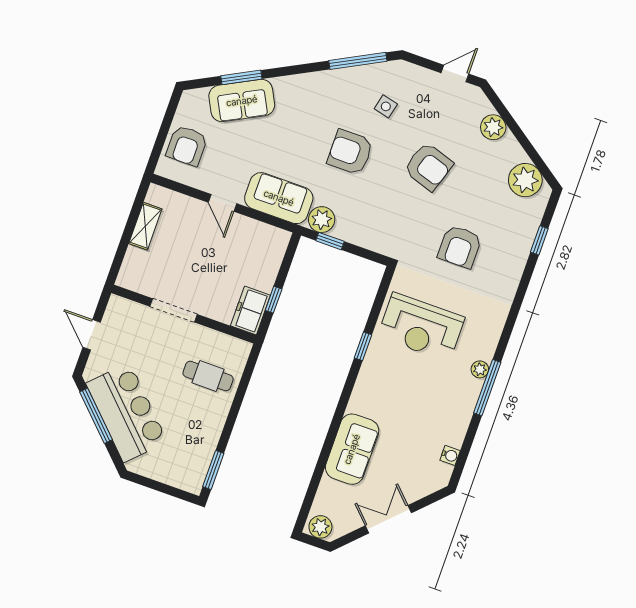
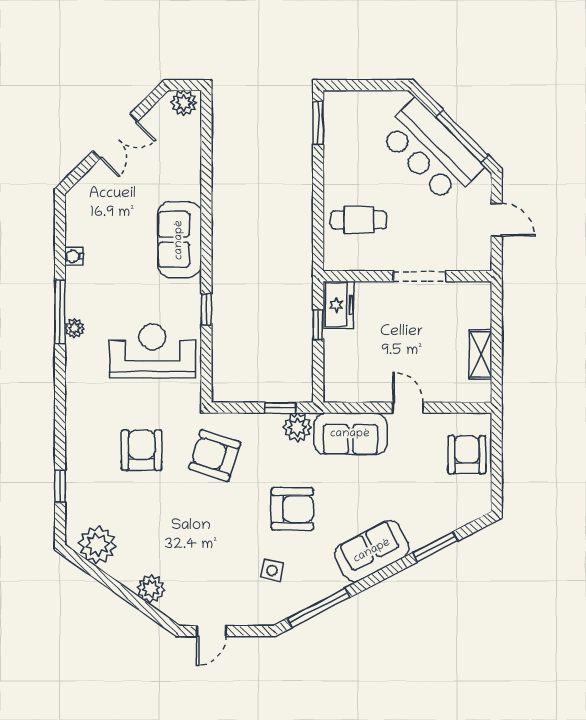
sofa: (242, 101) -> (372, 551), moved
armchair: (428, 167) -> (215, 456), moved
sofa: (352, 449) -> (179, 240), moved
water cooler: (450, 455) -> (74, 256), moved

